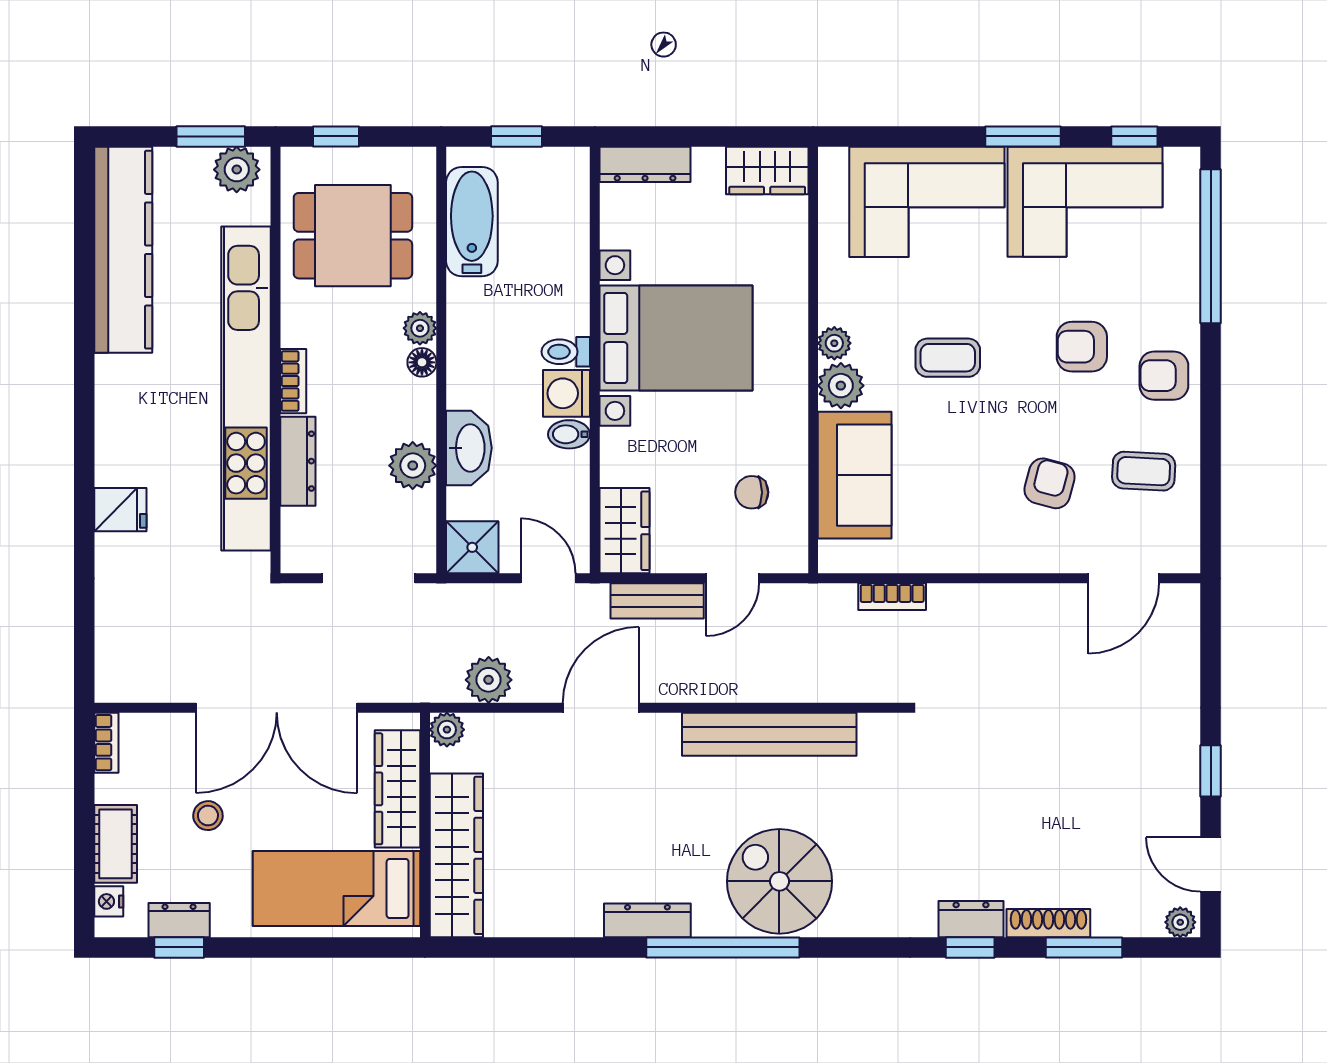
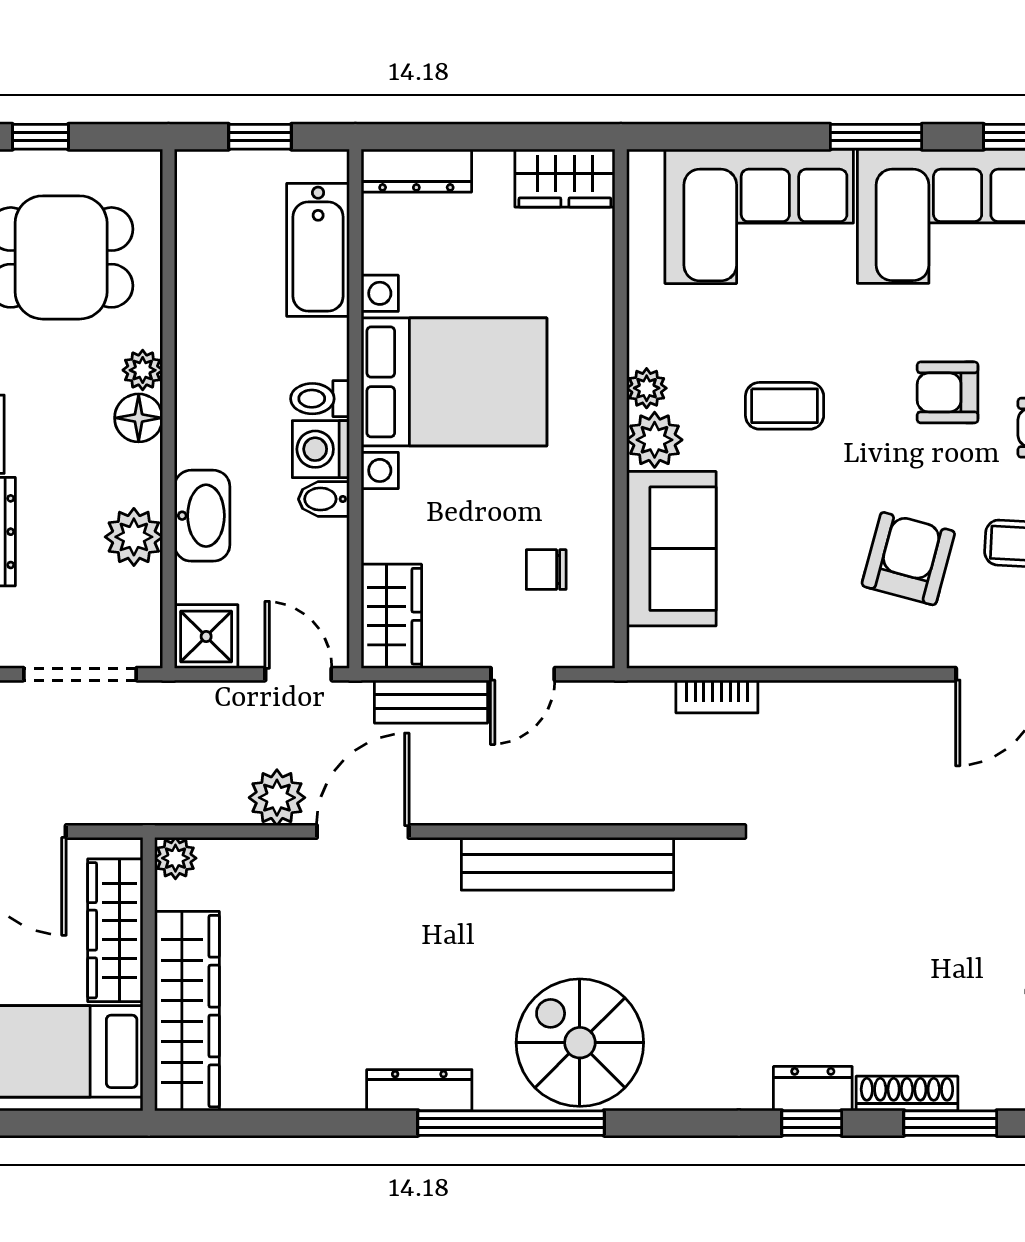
bathtub: (472, 222) -> (318, 250), moved, turned 180
floor lamp: (422, 362) -> (139, 418), width x1.37, depth x1.37
armchair: (1050, 483) -> (908, 559), width x1.38, depth x1.38
plant: (489, 680) -> (277, 798), moved

